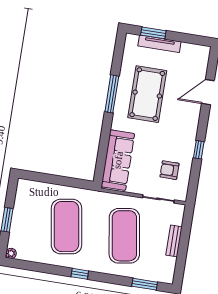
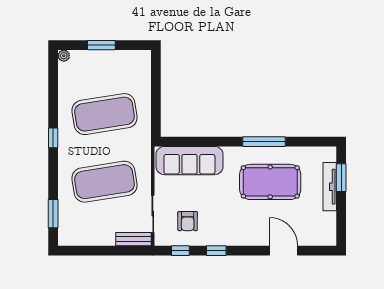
armchair: (169, 170) -> (188, 221), turned 180
window: (194, 180) -> (180, 251), added
bench: (174, 241) -> (133, 239), moved

